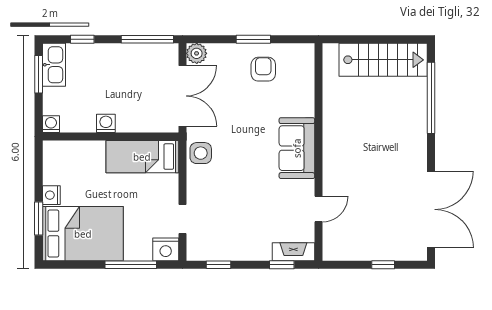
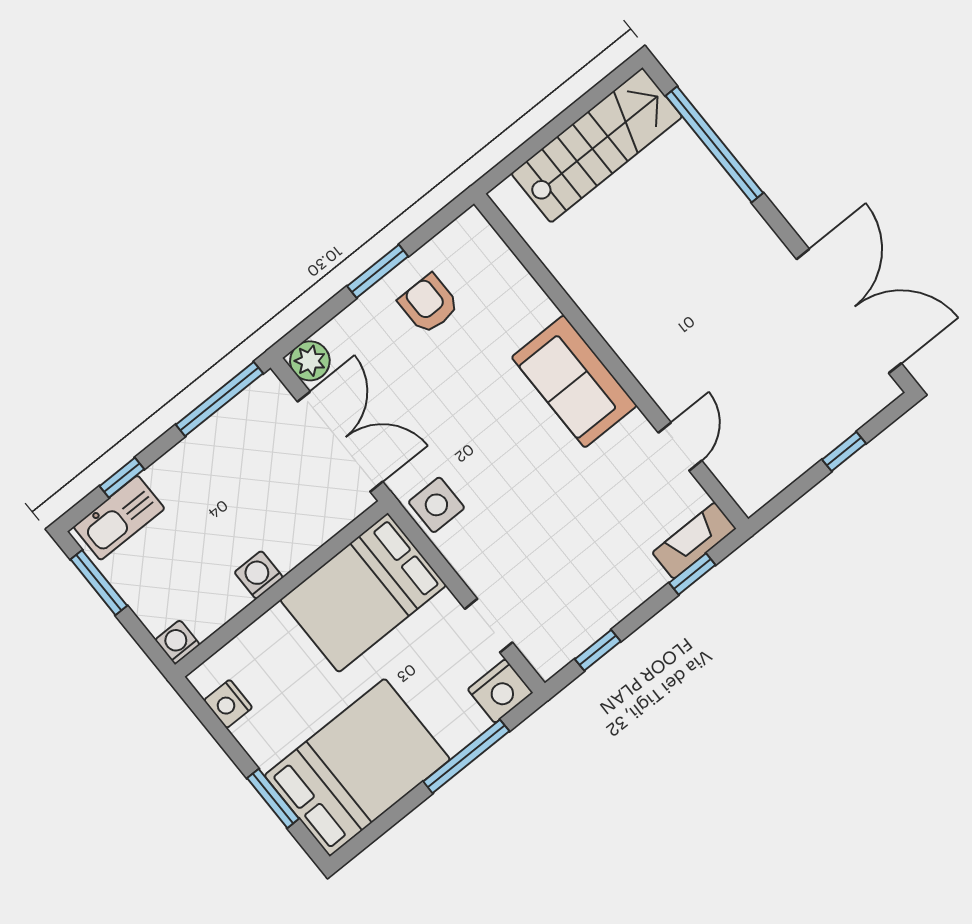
kitchen sink: (54, 65) -> (119, 518), moved, turned 90
bed: (142, 157) -> (363, 593), width x1.50
nightstand: (51, 195) -> (228, 704), moved

